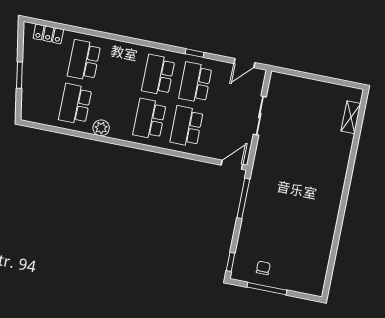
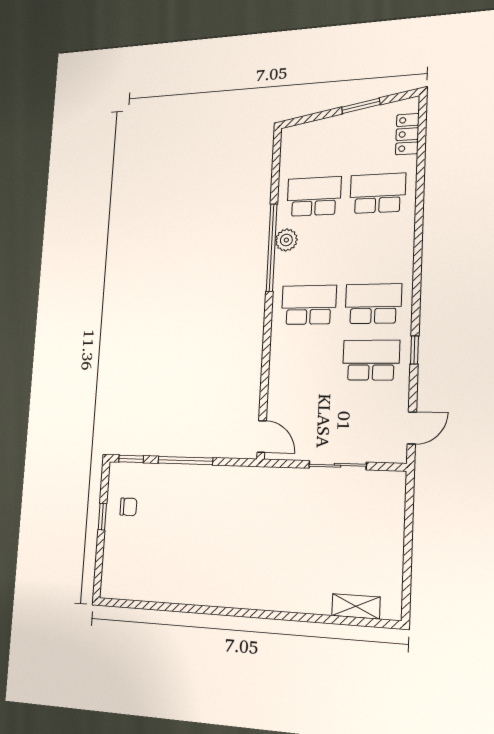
door: (244, 63) -> (412, 428), swing flipped
window: (19, 75) -> (361, 106), moved
school desk: (187, 126) -> (306, 360), removed
window: (104, 139) -> (272, 248), added
window: (243, 198) -> (185, 461), moved
window: (267, 289) -> (102, 517), width x0.46

